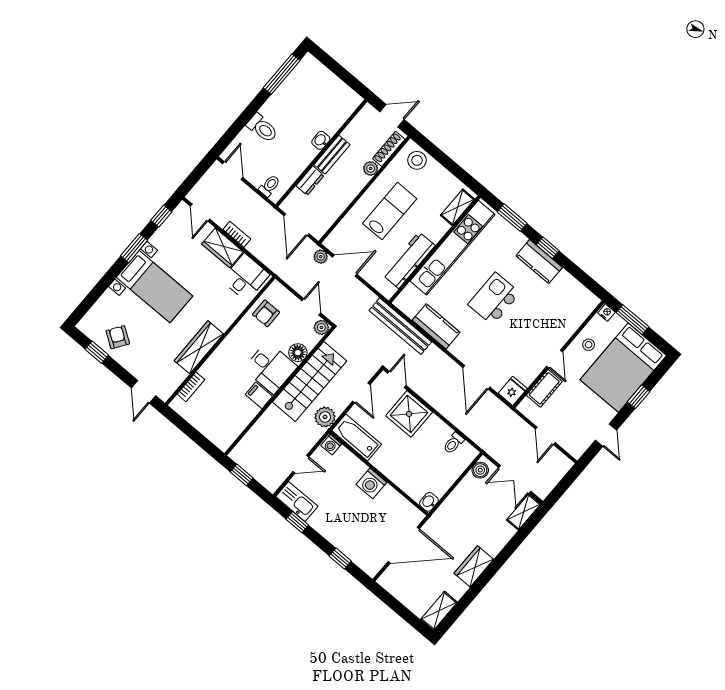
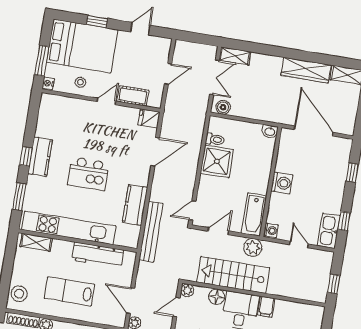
shower: (409, 414) -> (217, 161), moved
wardrobe: (474, 566) -> (306, 70), width x1.50

